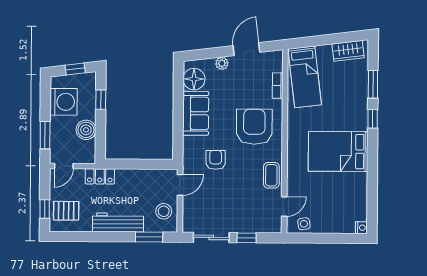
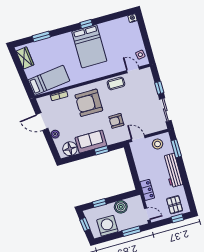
window: (373, 119) -> (86, 24), moved
window: (178, 125) -> (101, 150), added

